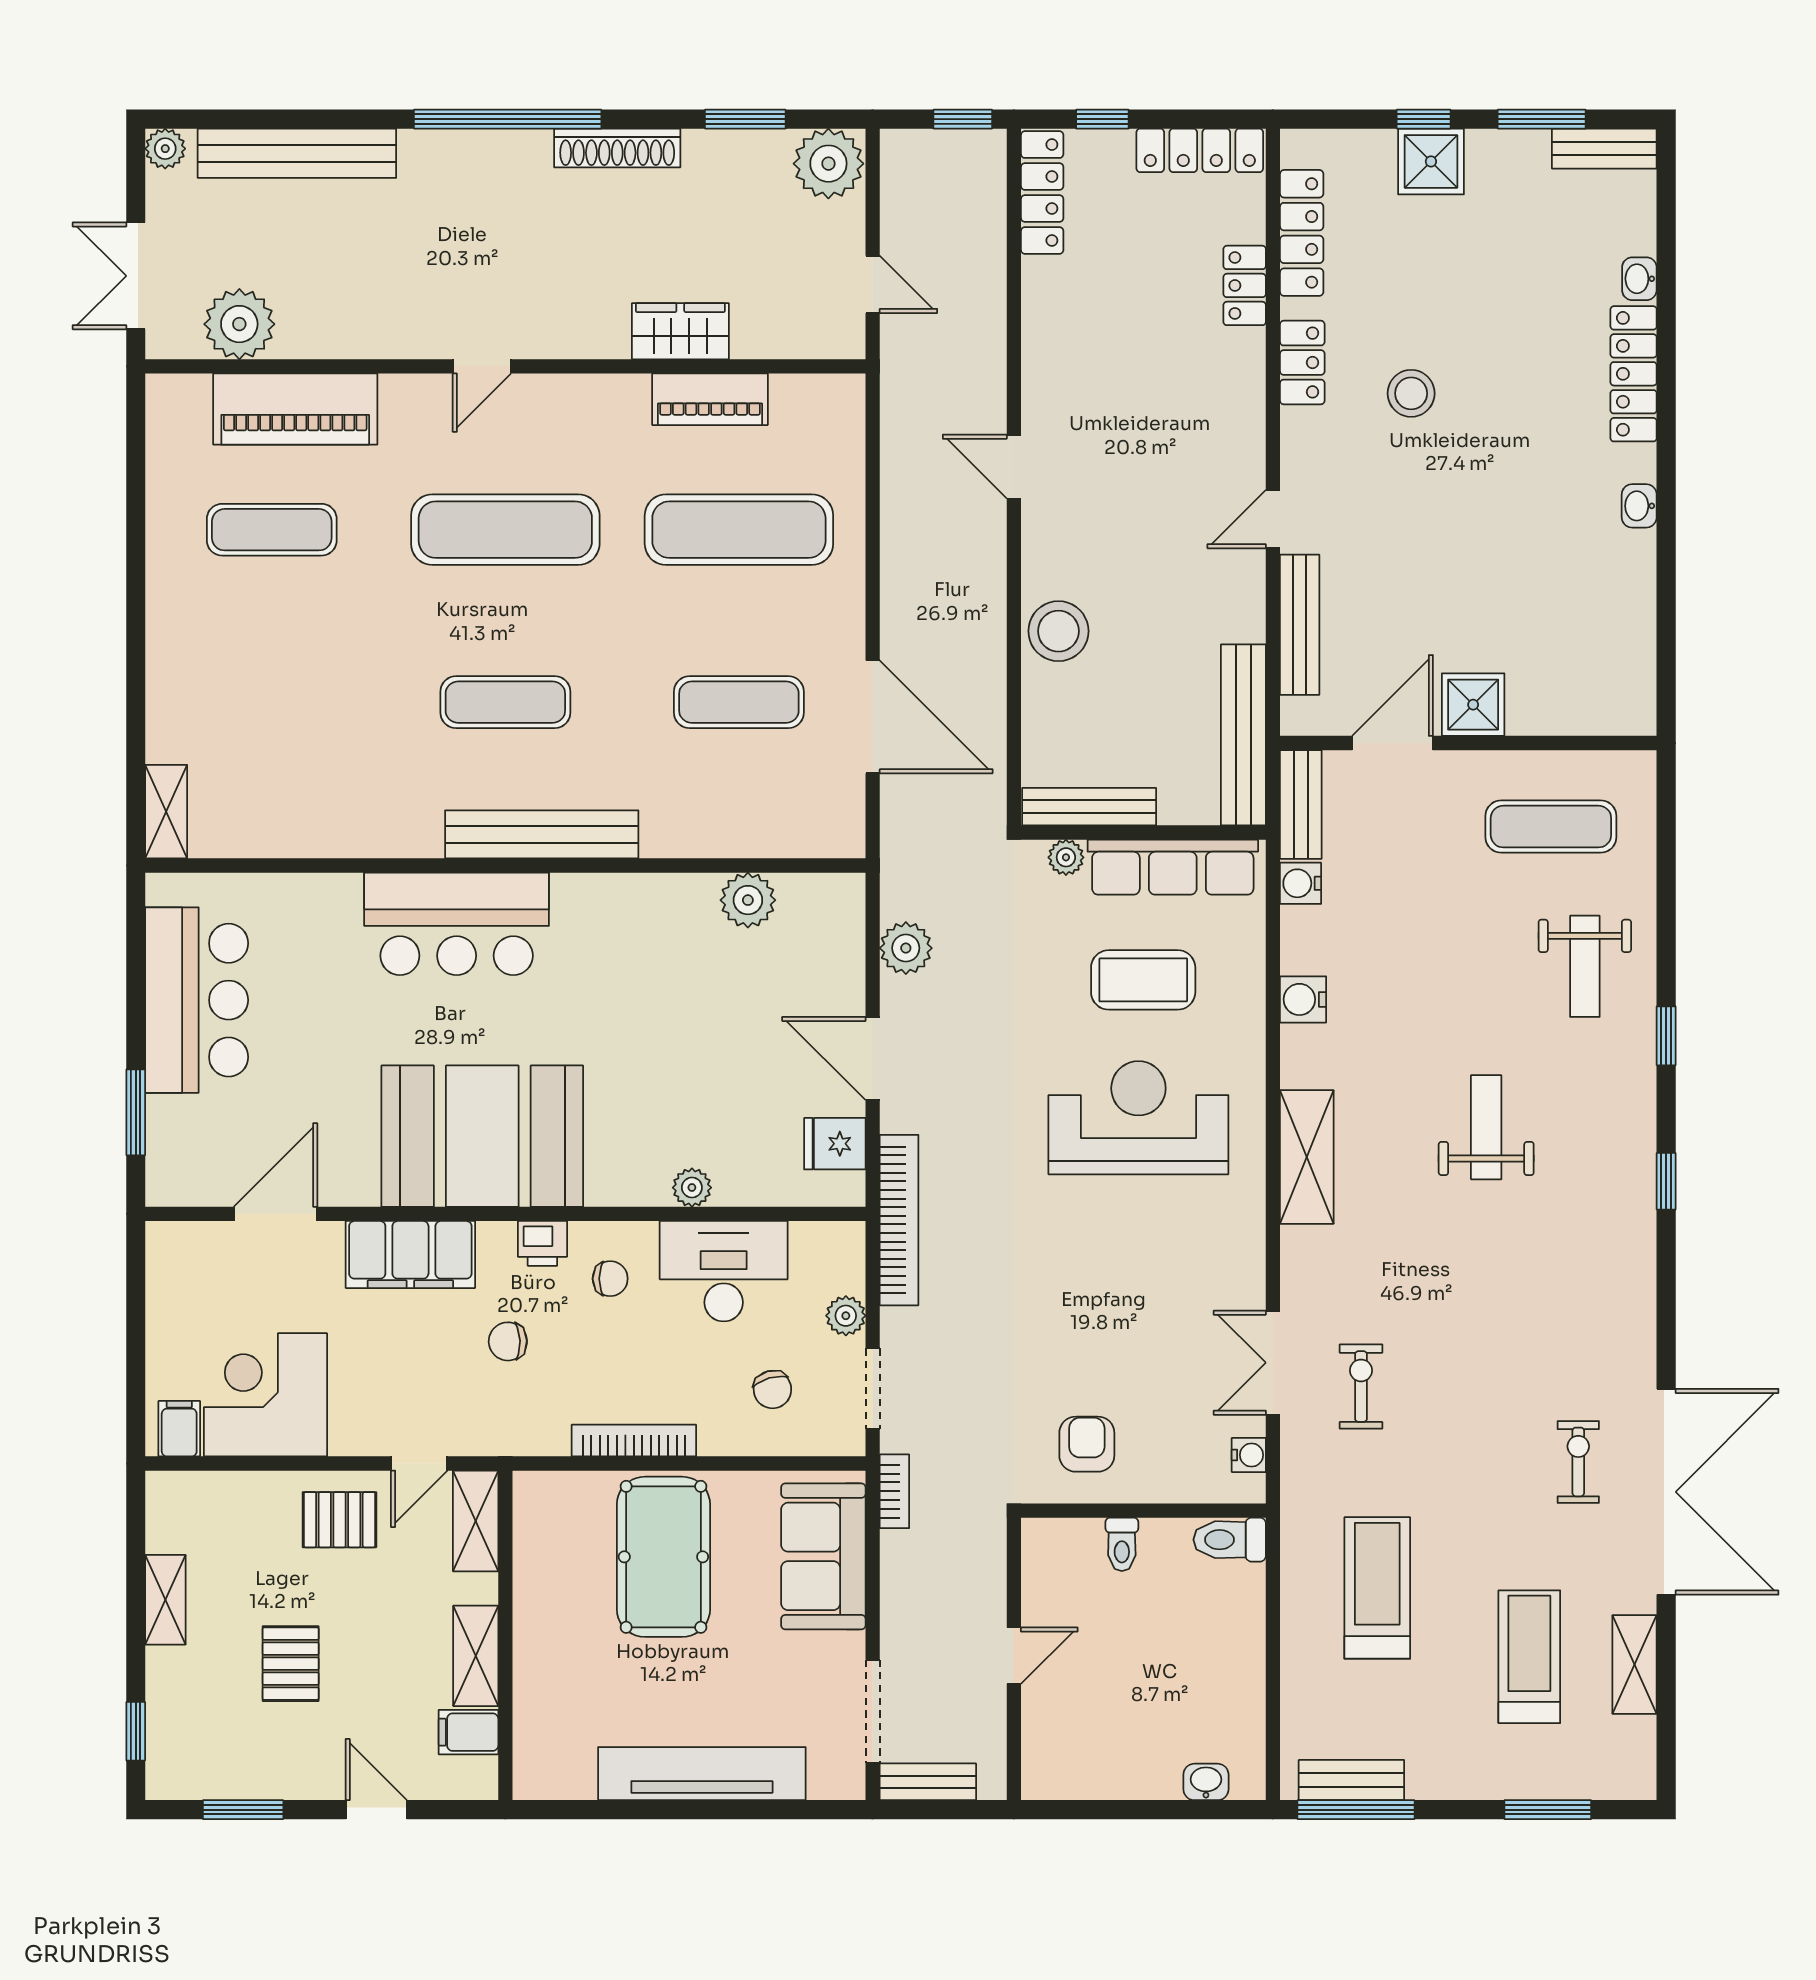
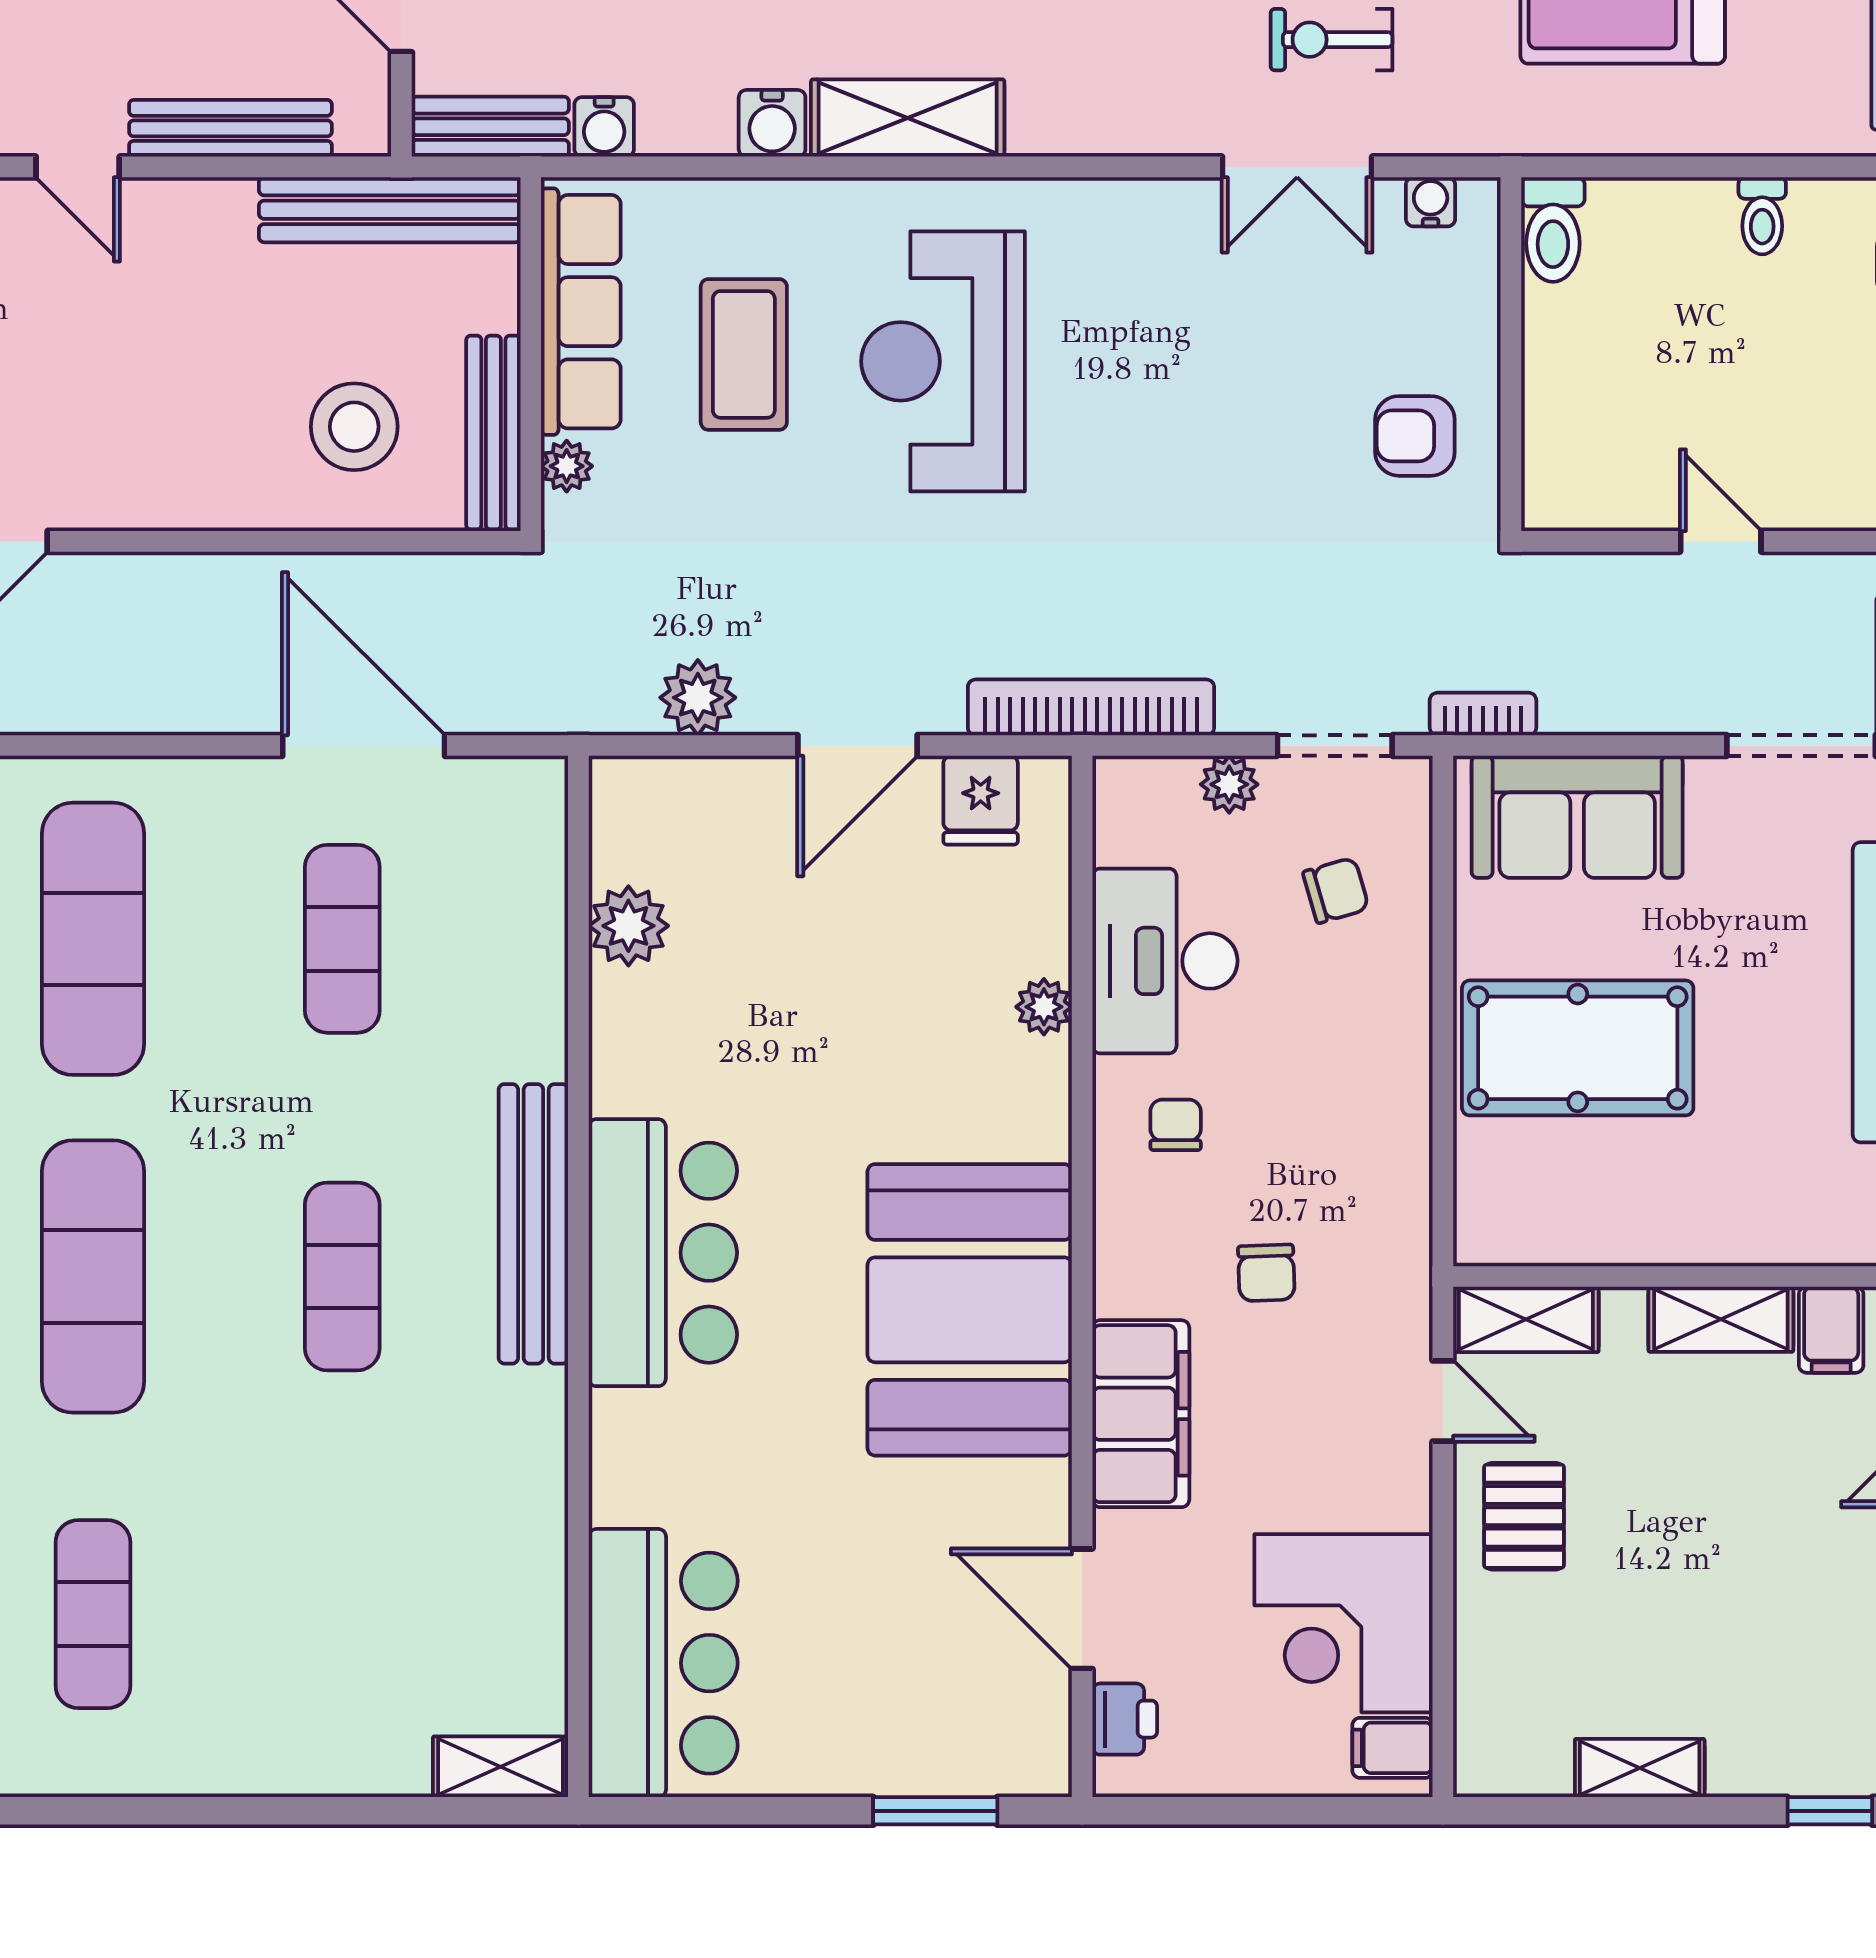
stool: (1058, 631) -> (354, 427), moved
door: (873, 717) -> (364, 746), hinge flipped
bar counter: (457, 924) -> (663, 1253), moved
bar counter: (197, 1000) -> (663, 1663), moved, turned 90
shelving: (1307, 1157) -> (908, 118), moved
printer: (542, 1243) -> (1125, 1719), moved
bookcase: (634, 1441) -> (1410, 1091), removed
toilet: (1122, 1544) -> (1762, 216), moved, turned 90
pallet: (291, 1664) -> (1732, 1587), removed

